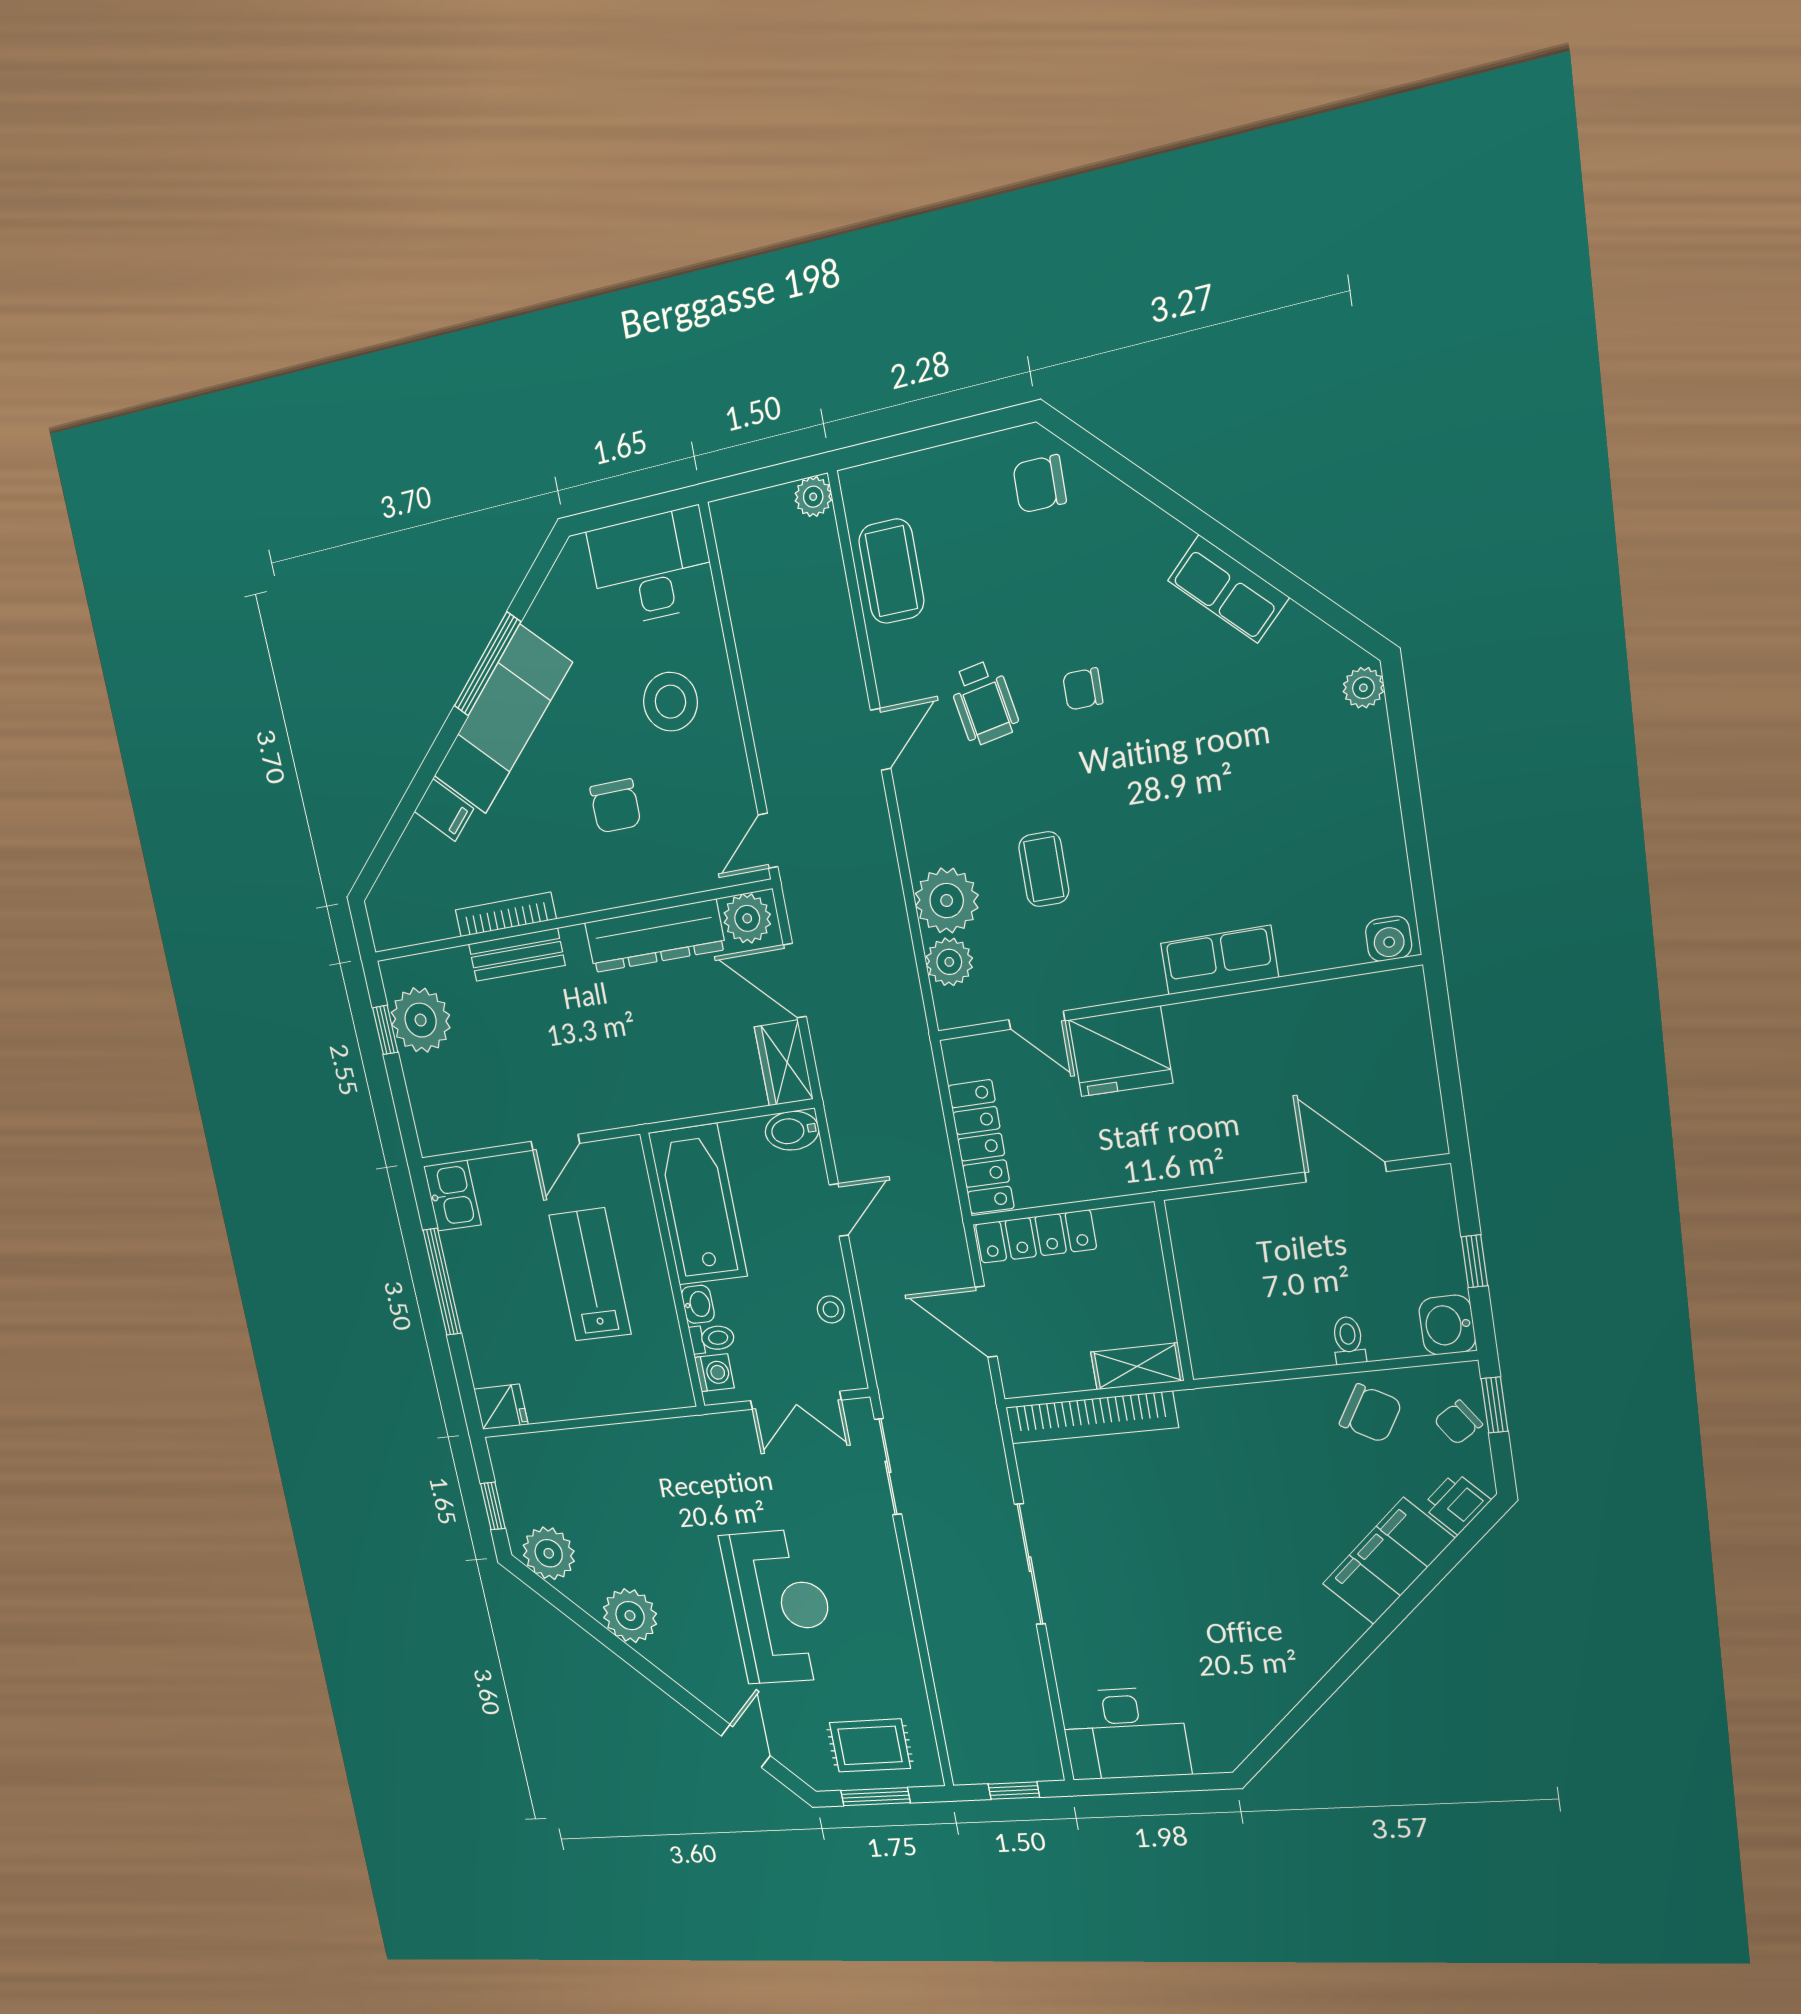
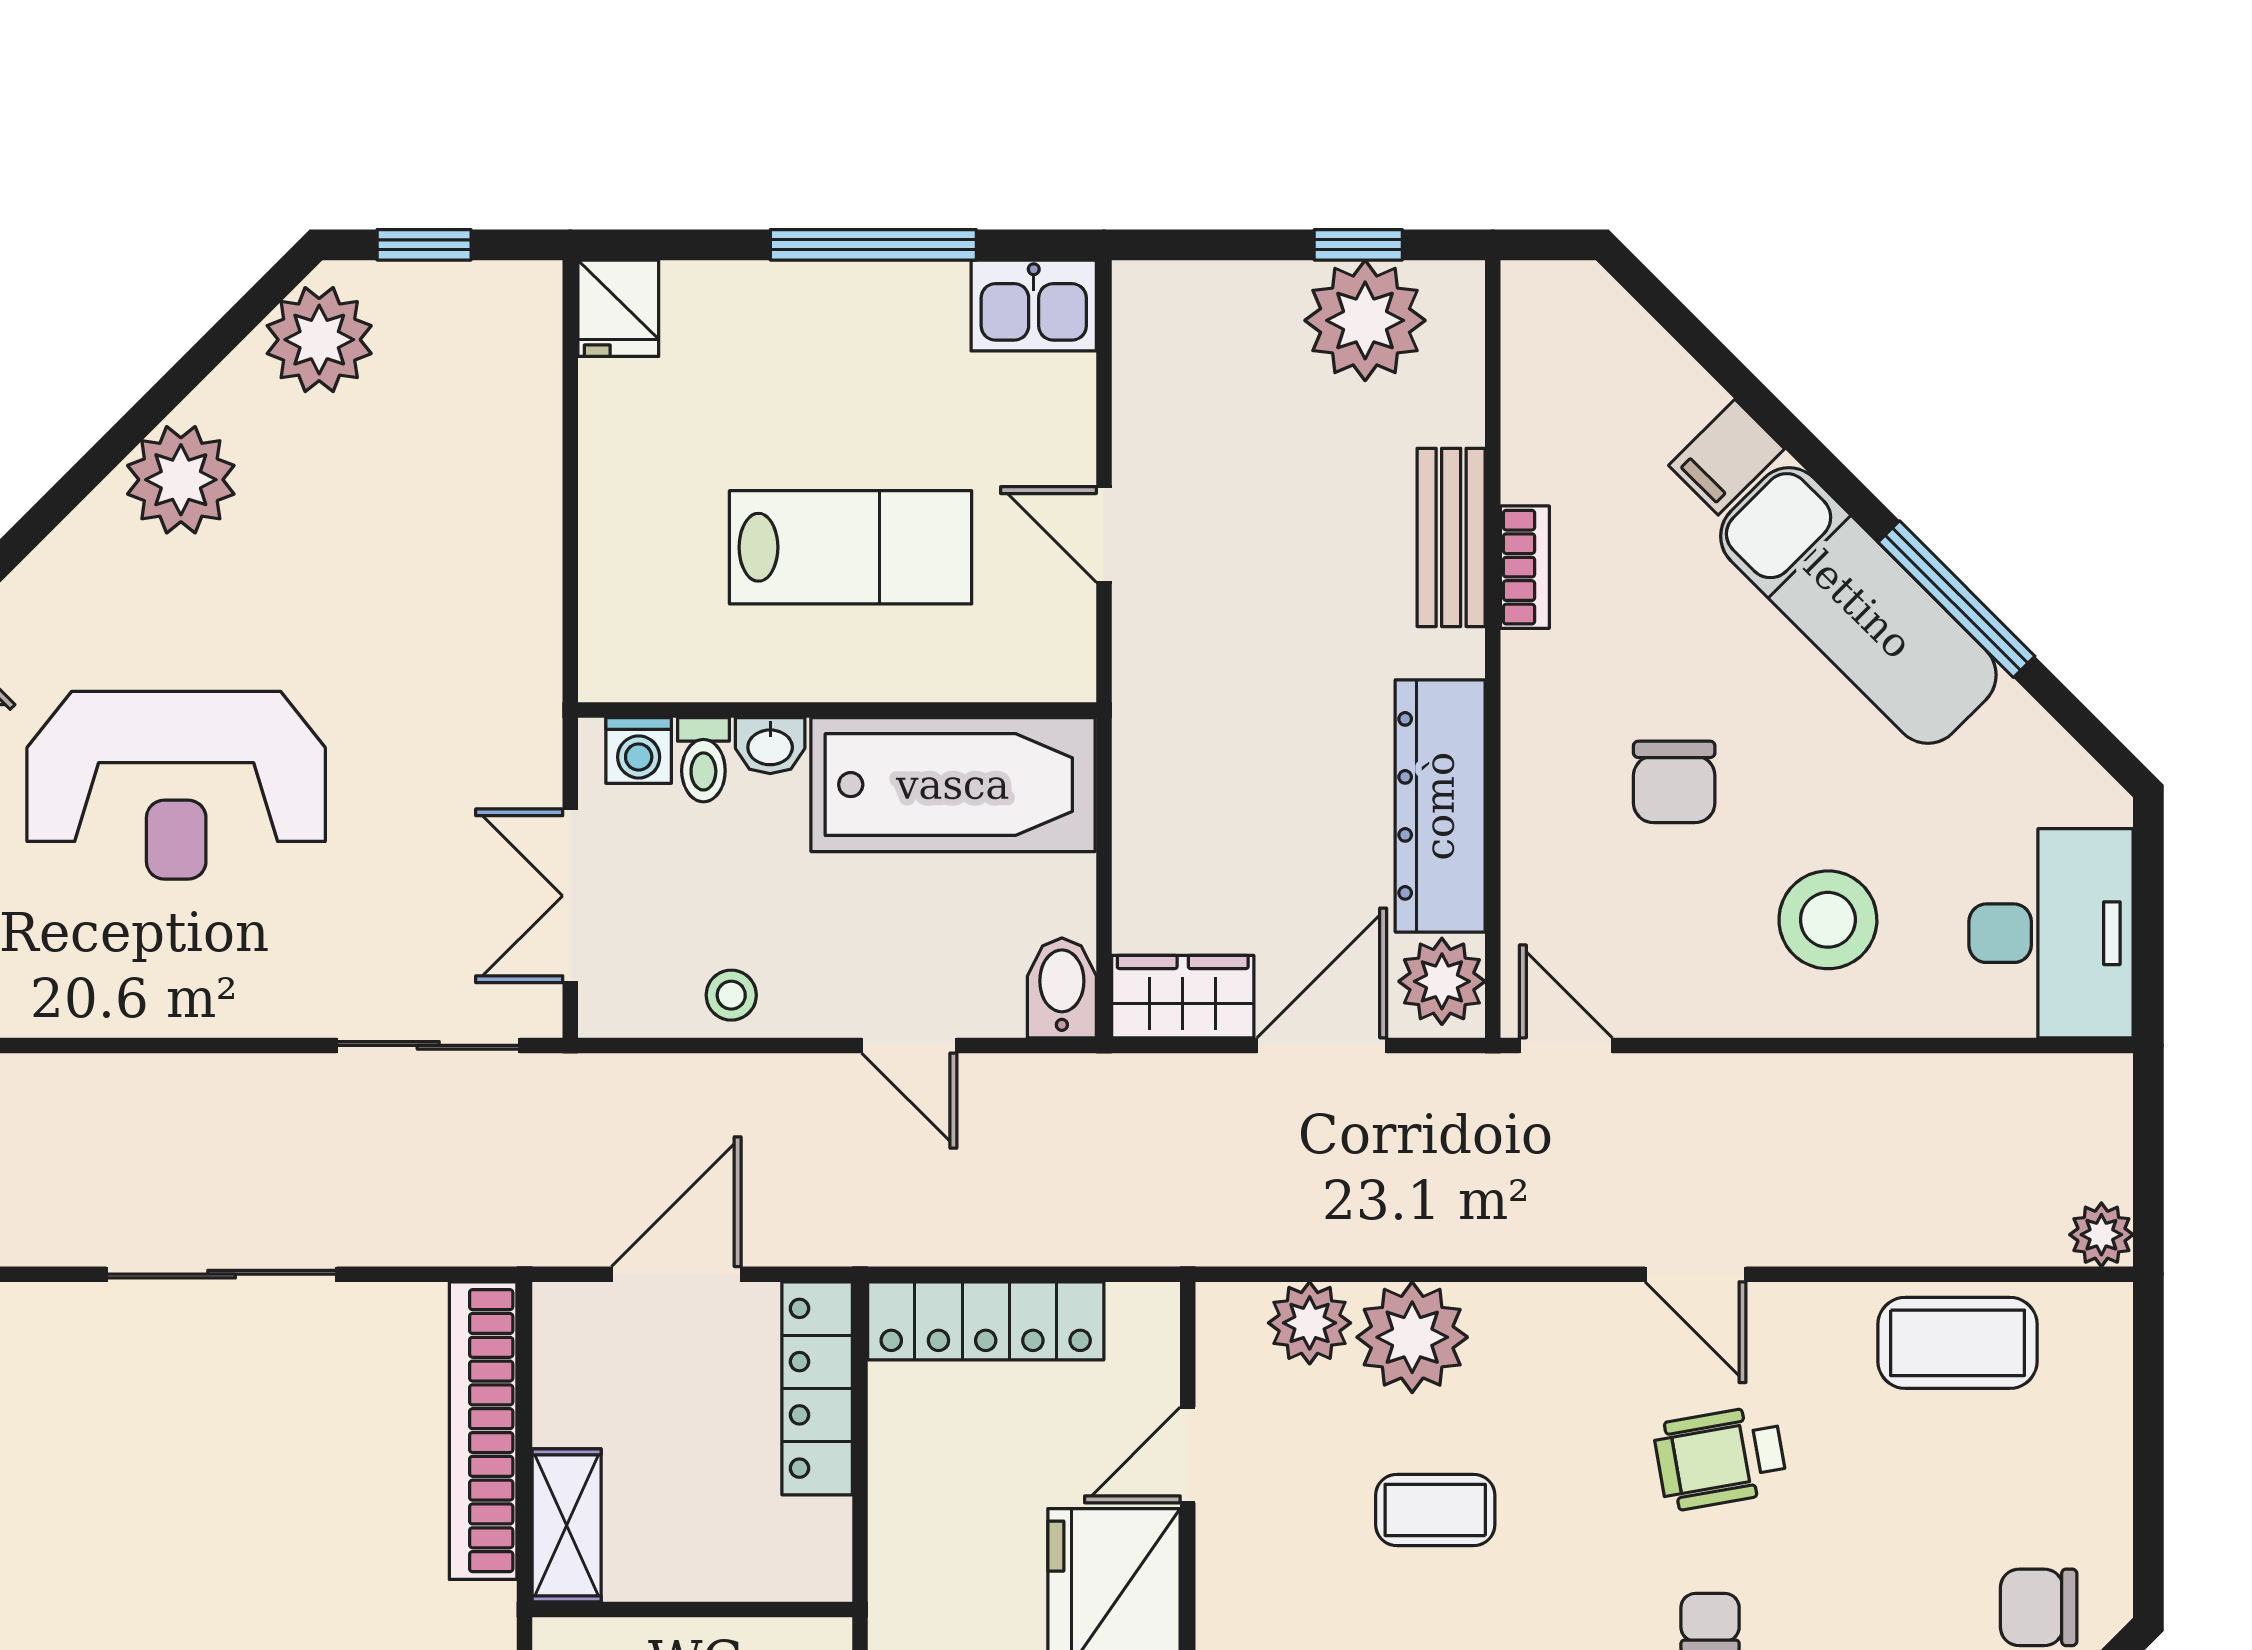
chair: (1039, 484) -> (2039, 1607), turned -90
chair: (615, 806) -> (1674, 782), turned -90
bookcase: (506, 915) -> (1525, 567), width x0.64

